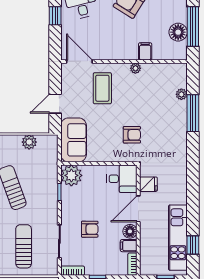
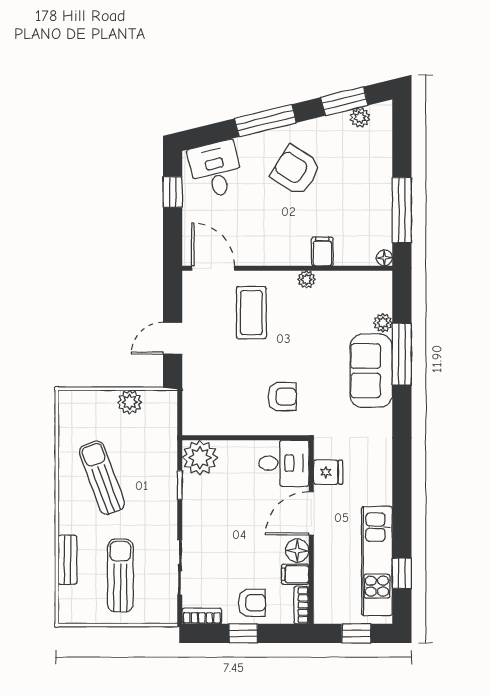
floor lamp: (178, 32) -> (384, 258), moved, width x0.53, depth x0.53
armchair: (132, 135) -> (282, 397), moved
sofa: (74, 140) -> (371, 371), moved, turned 180
armchair: (90, 229) -> (252, 603), moved

